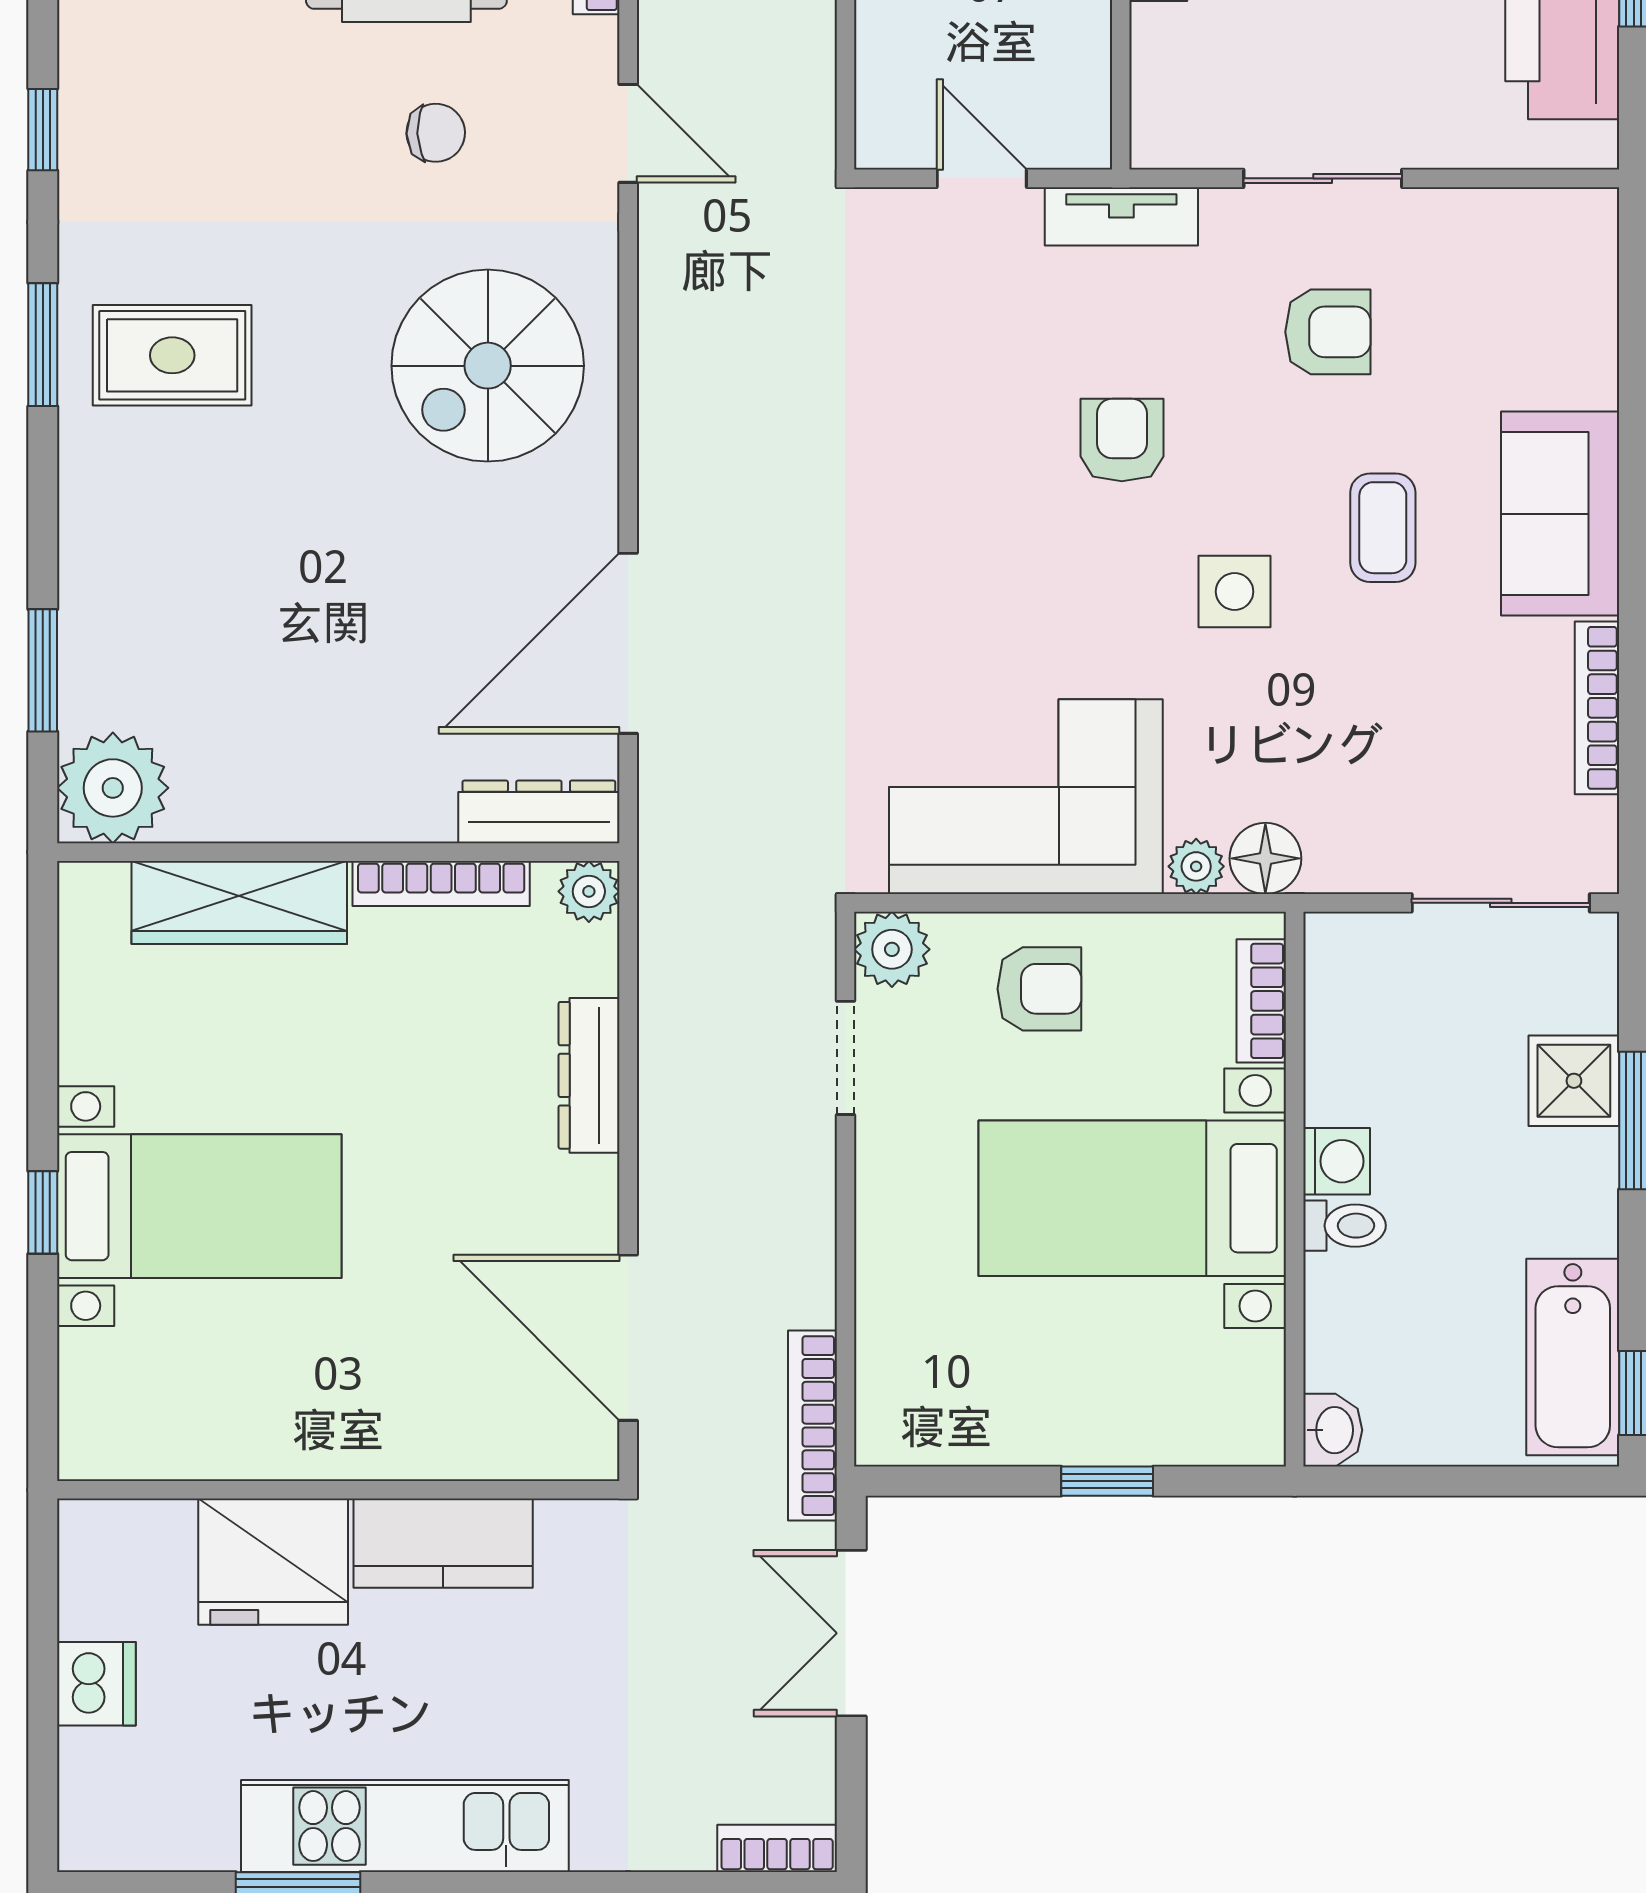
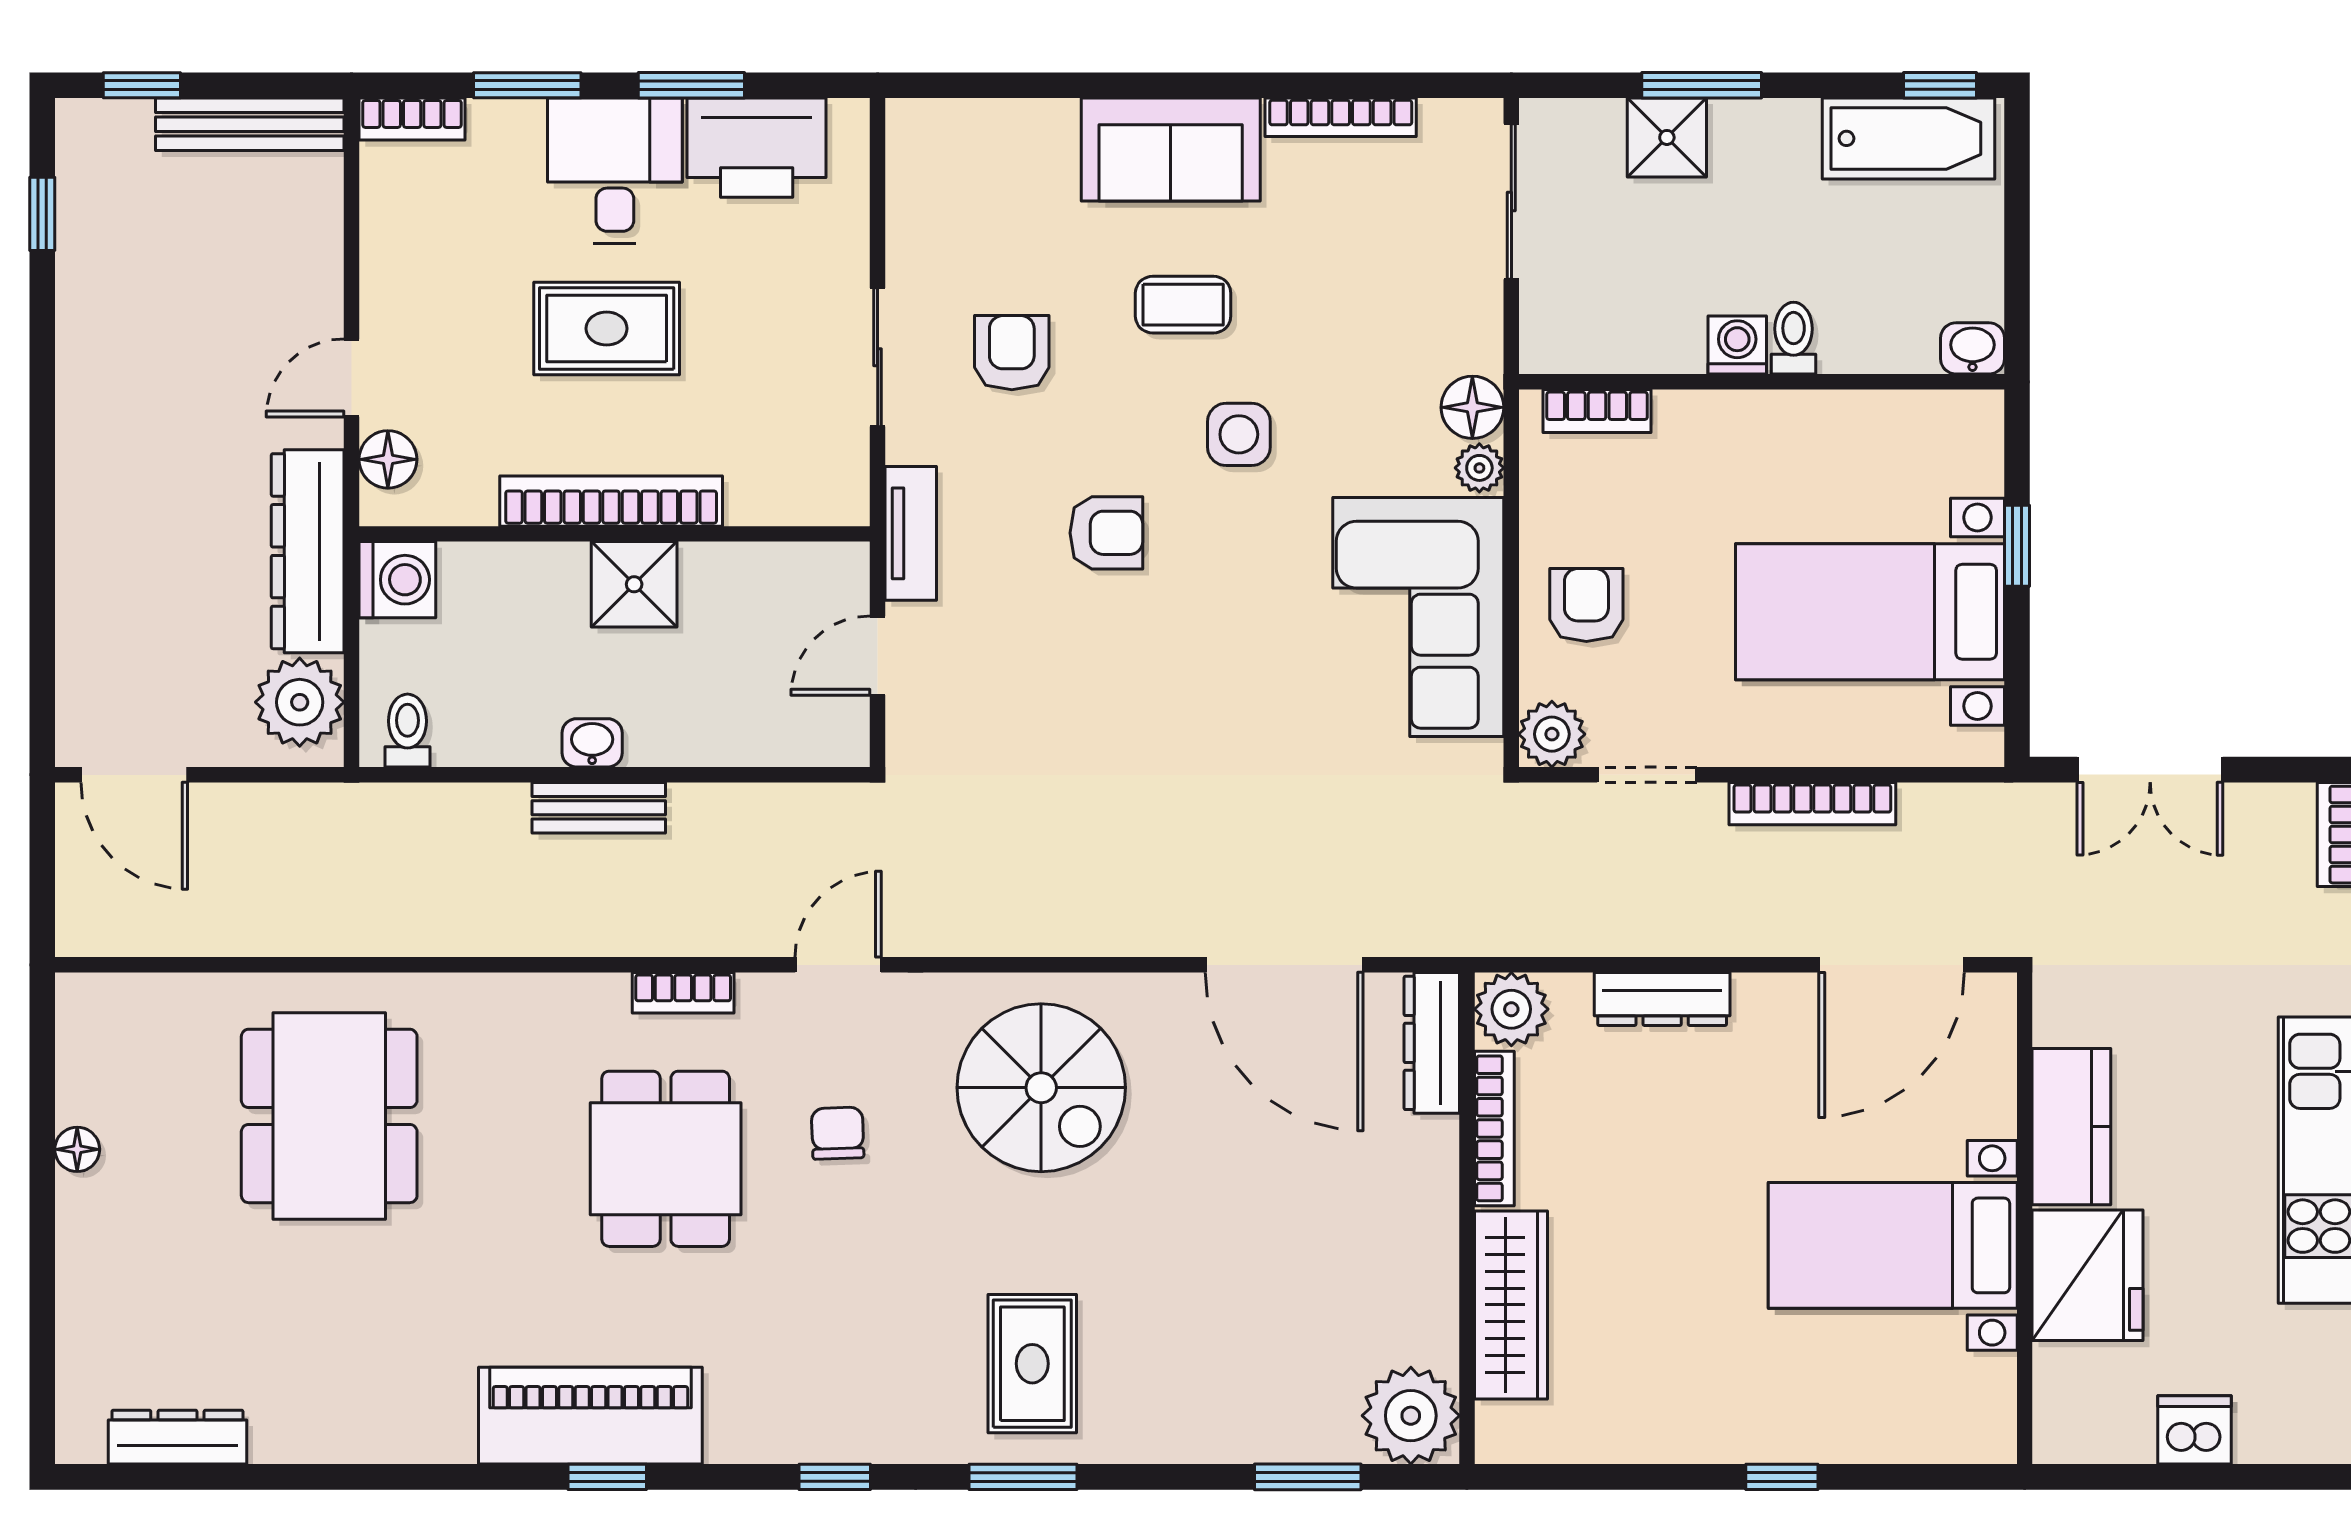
armchair: (1122, 440) -> (1106, 533), turned 180
plant: (589, 891) -> (1511, 1009), width x1.38, depth x1.38
bed with nightstands: (1132, 1198) -> (1870, 612), moved, turned 90
bed with nightstands: (199, 1206) -> (1893, 1245), moved, turned -90
bookcase: (812, 1426) -> (1812, 804), moved

